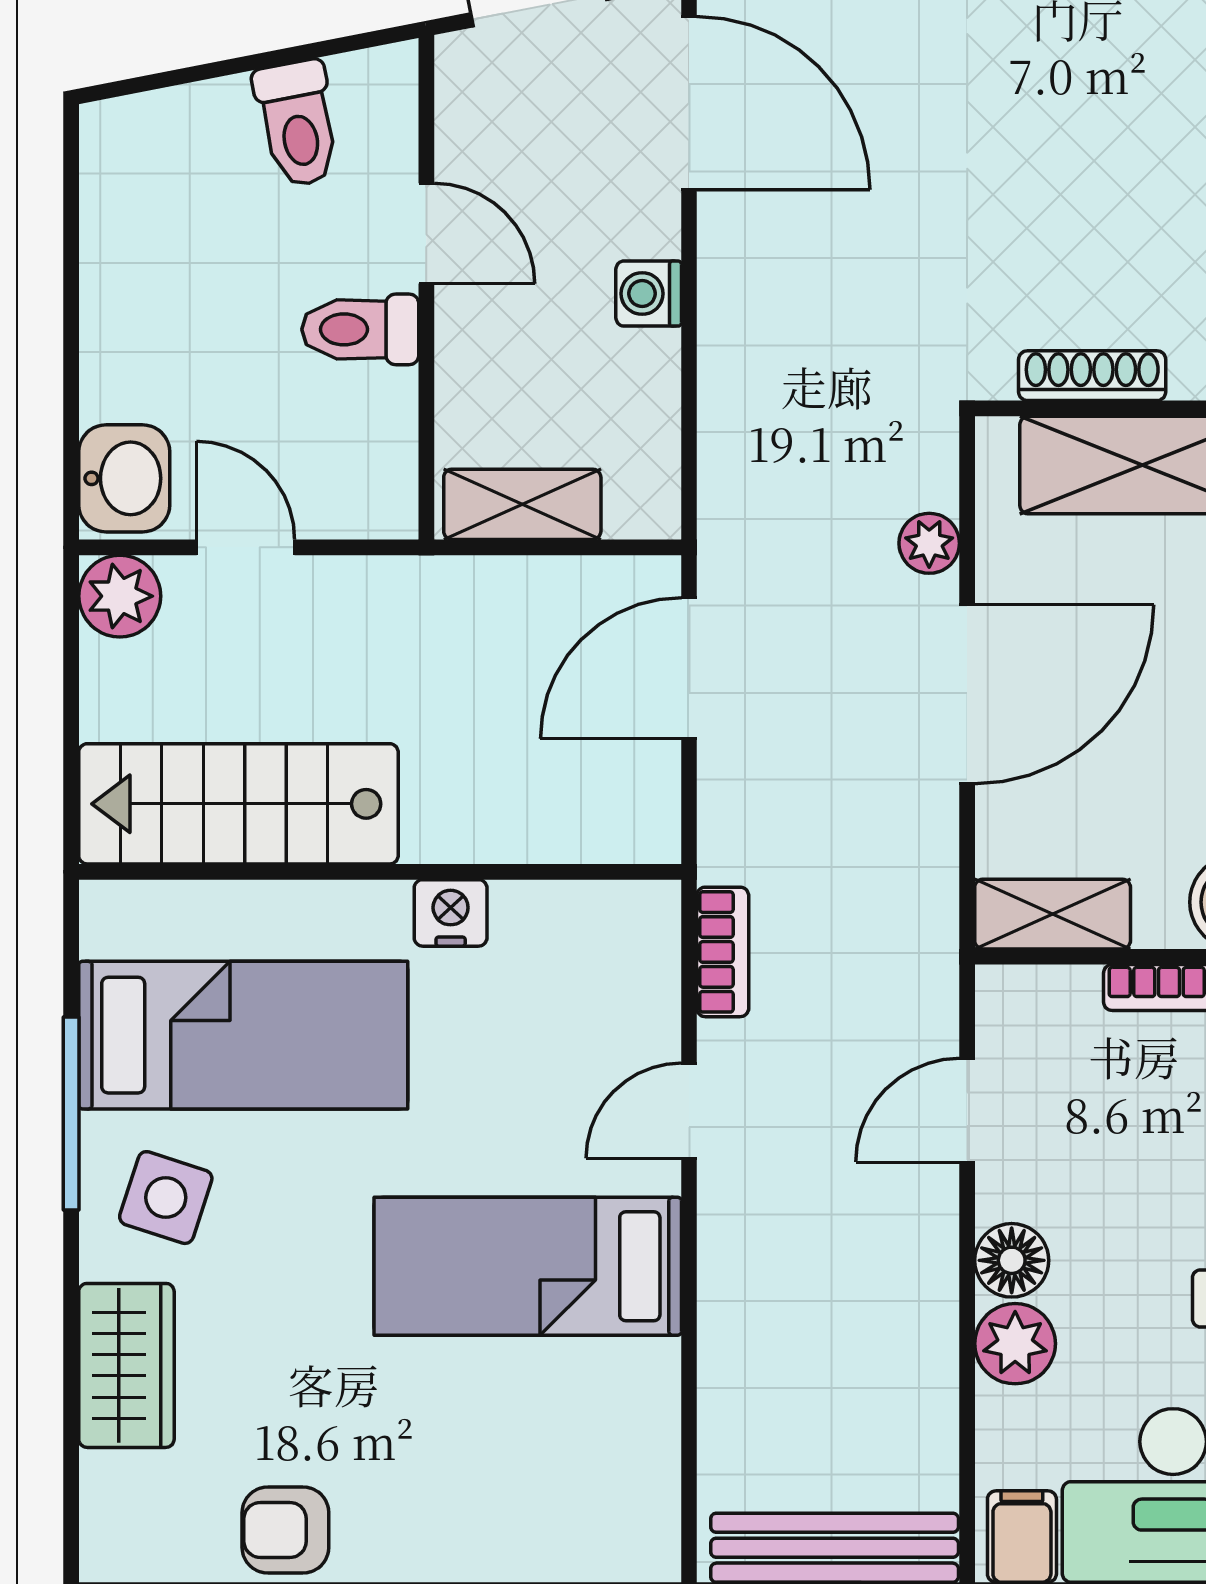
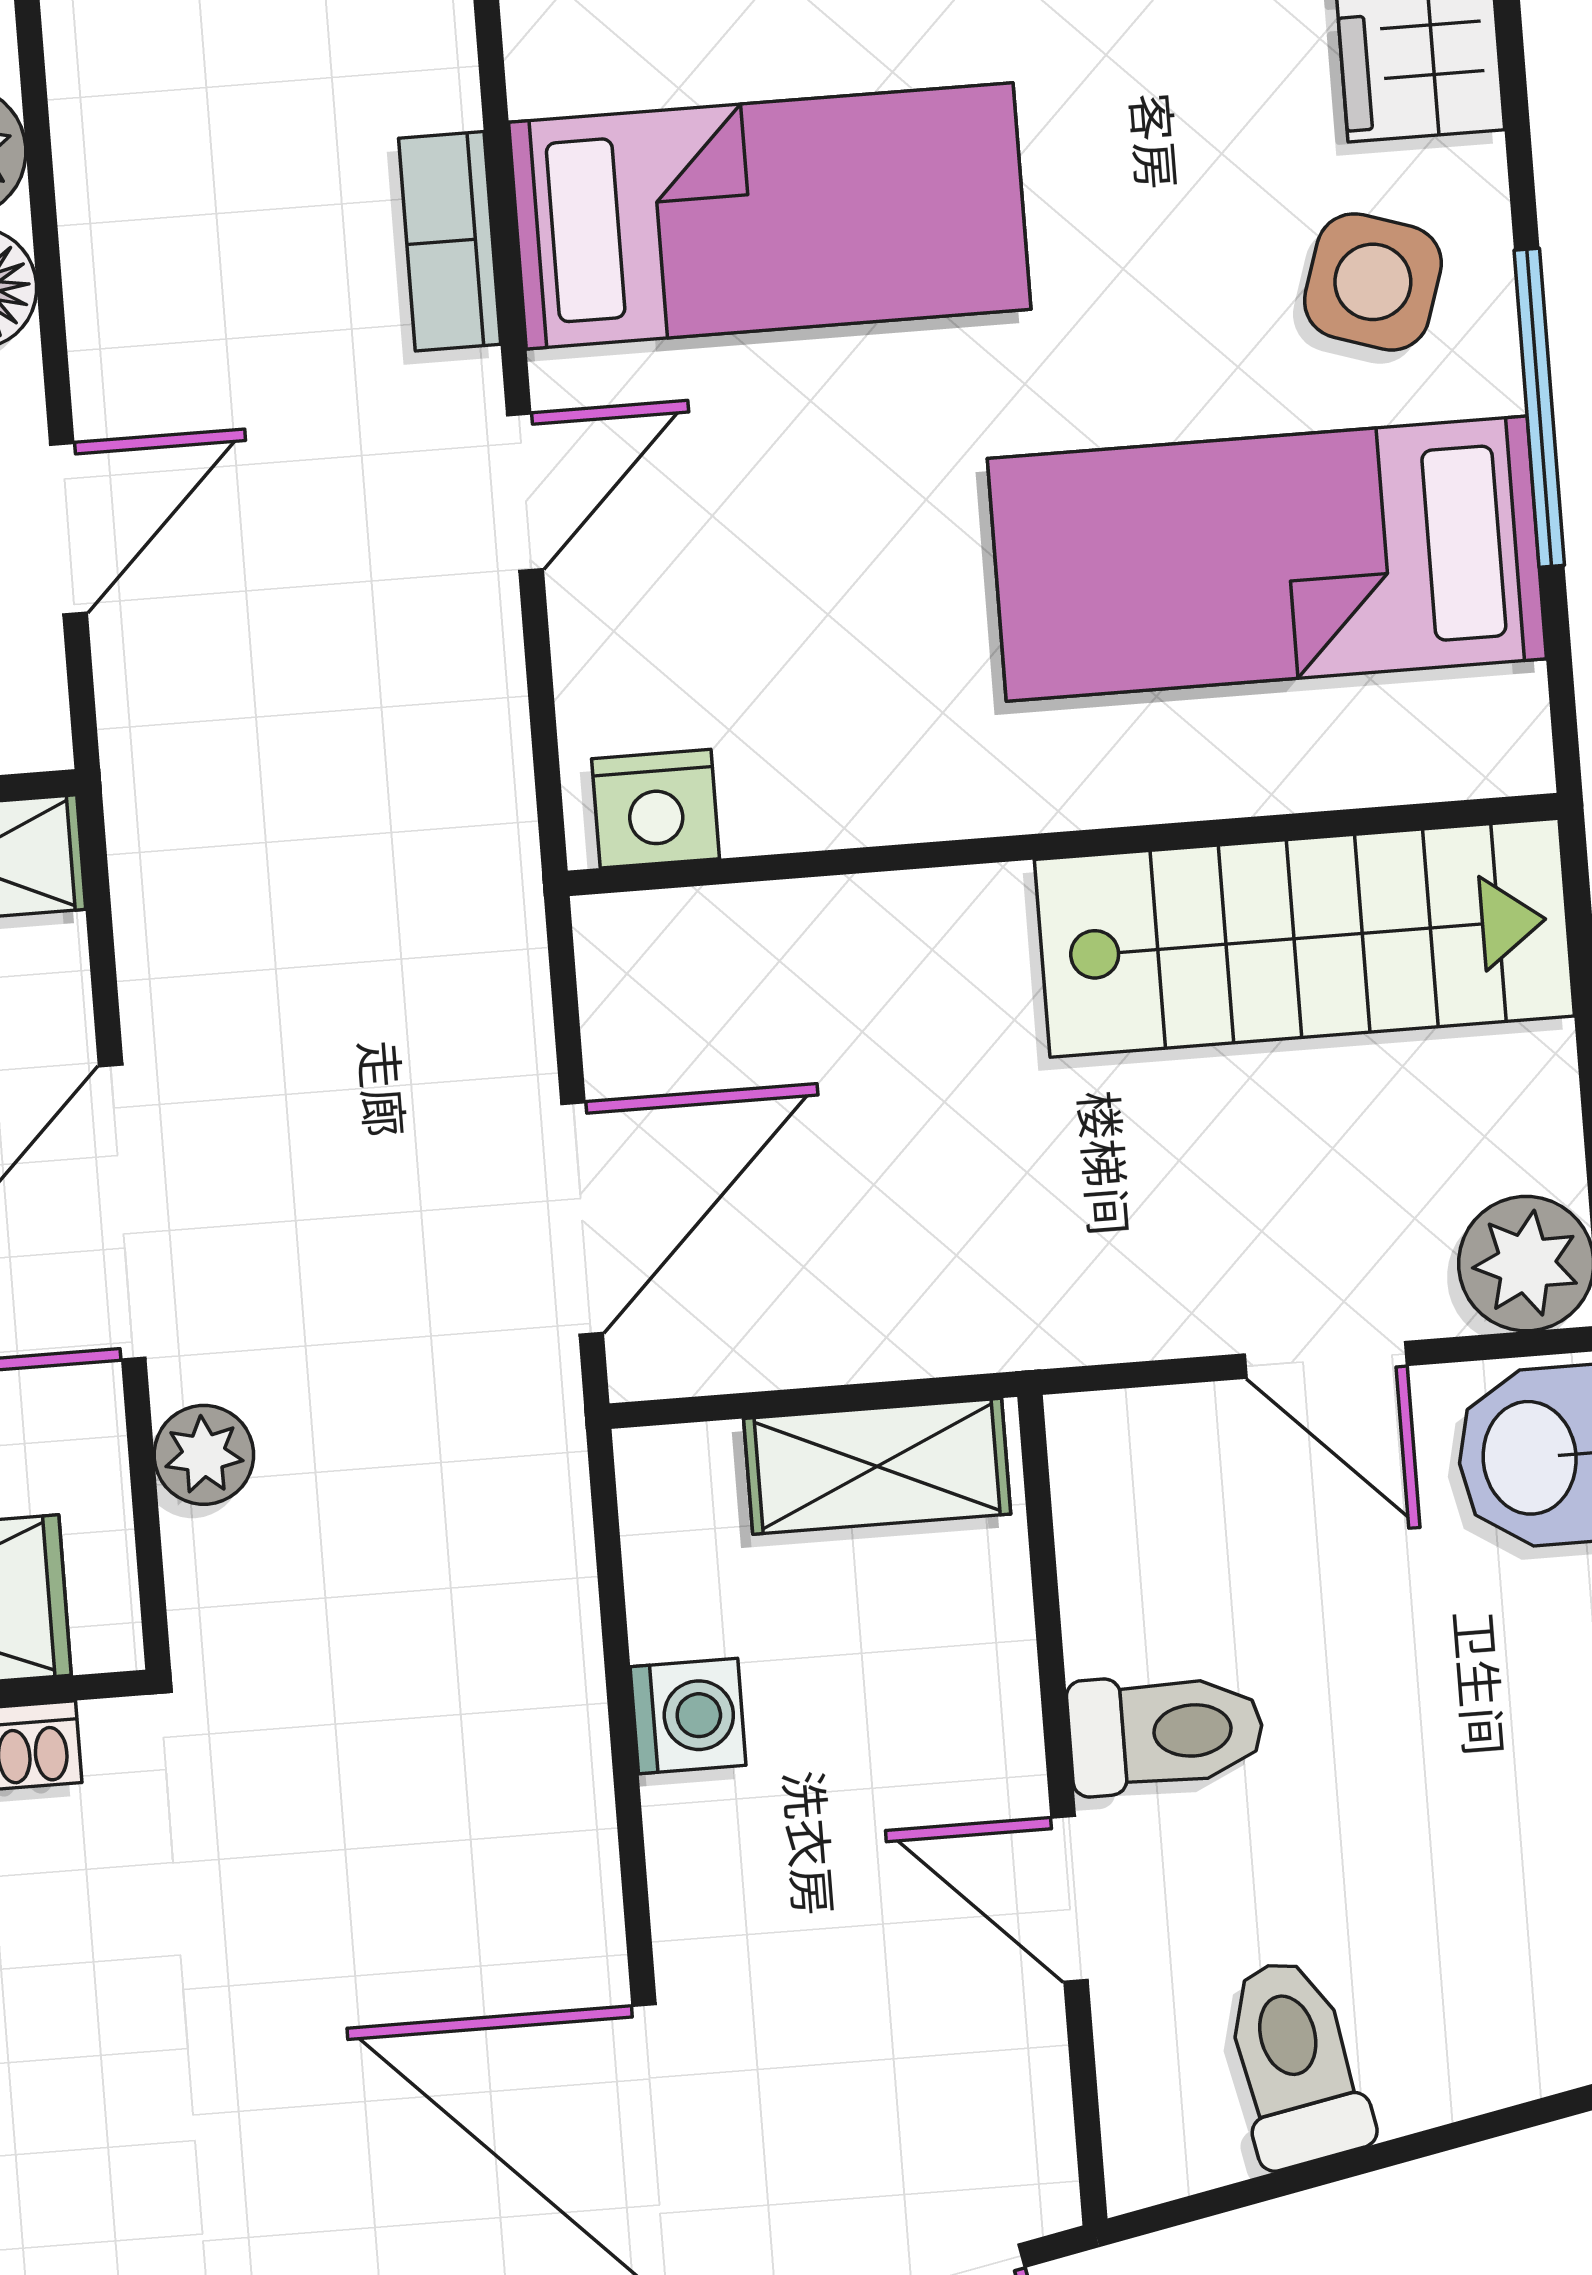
washing machine: (649, 294) -> (688, 1716), moved
nightstand: (451, 913) -> (656, 809), moved
bookcase: (723, 952) -> (450, 241), moved

